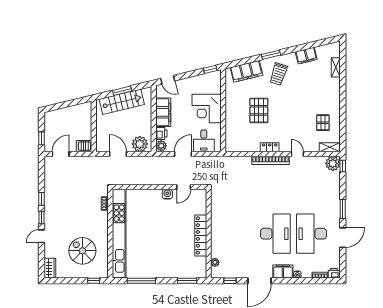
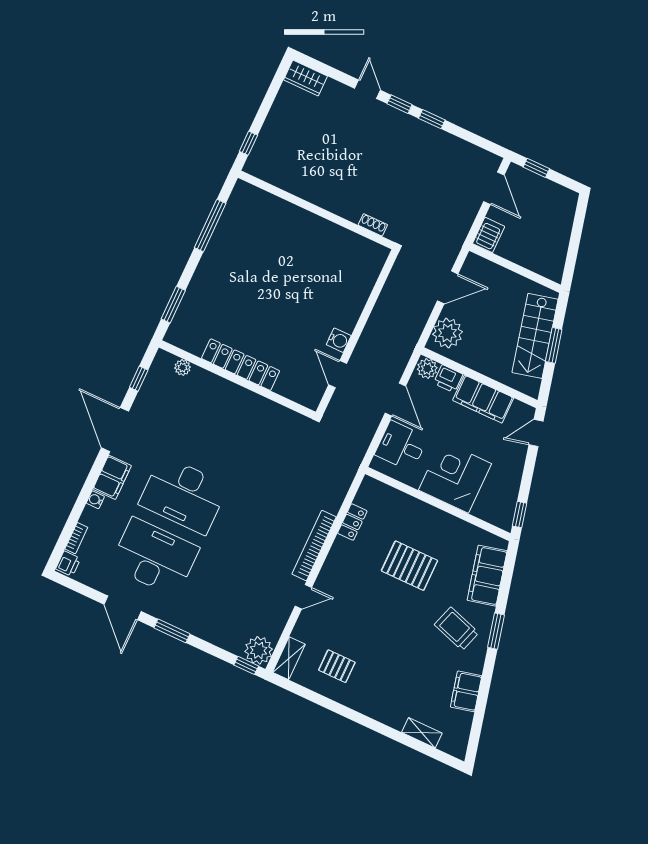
locker: (270, 147) -> (352, 522), moved
kitchen unit: (119, 233) -> (310, 225), removed
spiral stairs: (82, 251) -> (309, 148), removed

